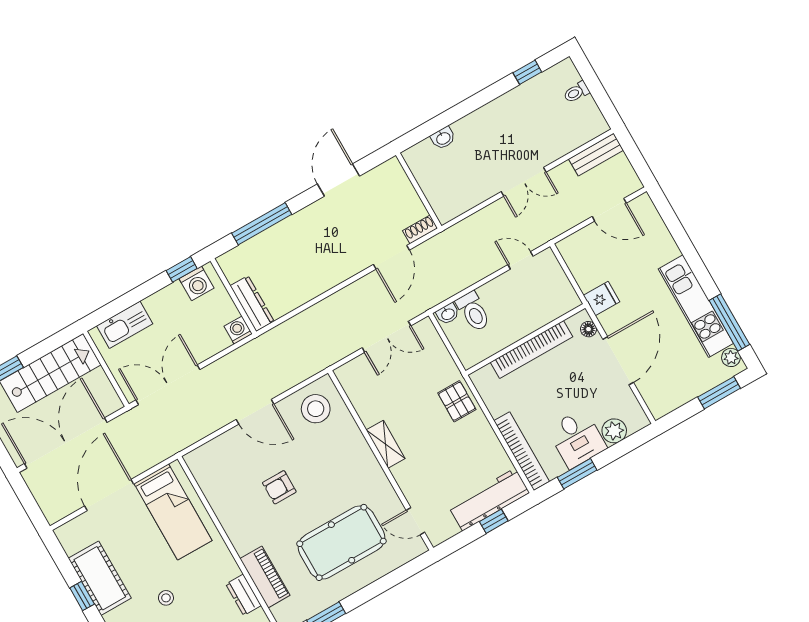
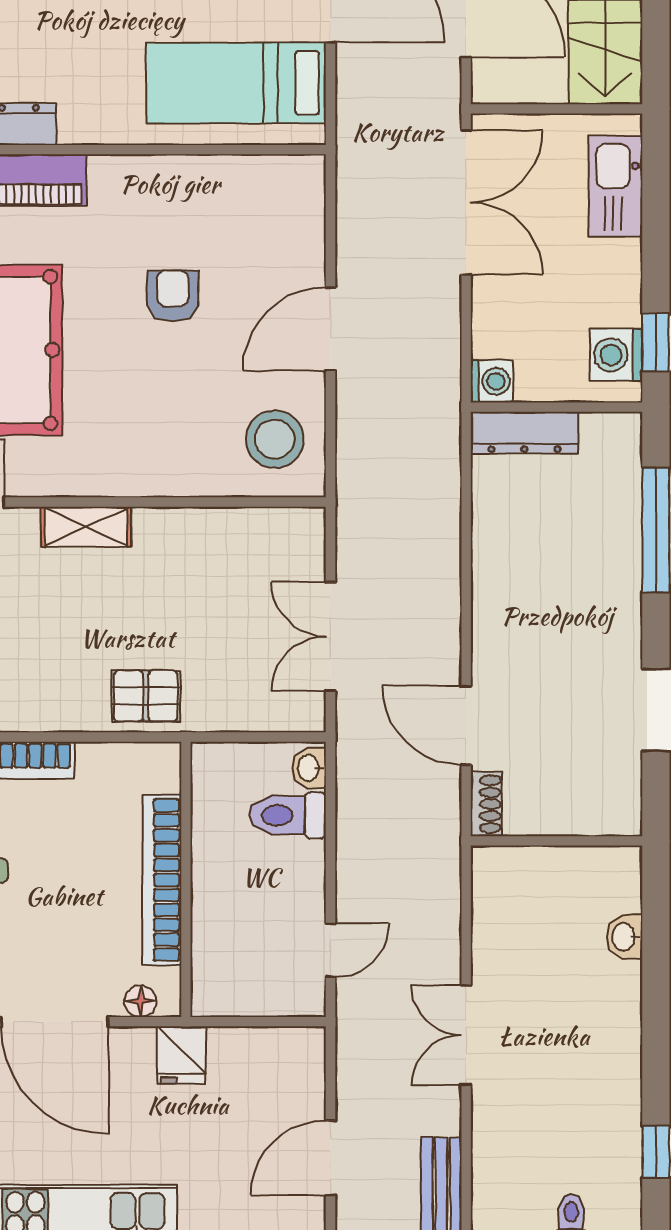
shelving: (386, 444) -> (86, 527), moved

